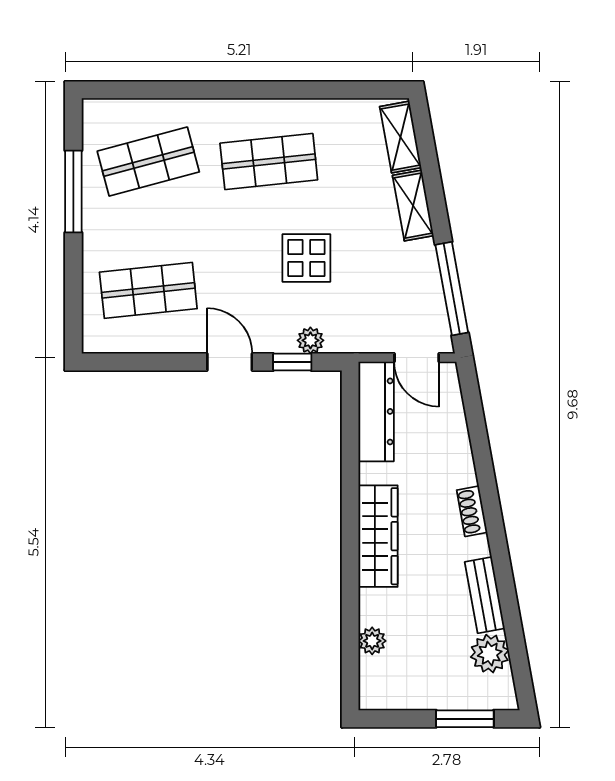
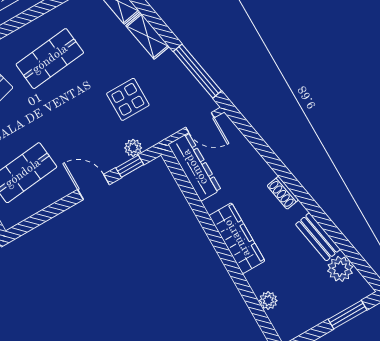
display table: (306, 258) -> (128, 99), moved

